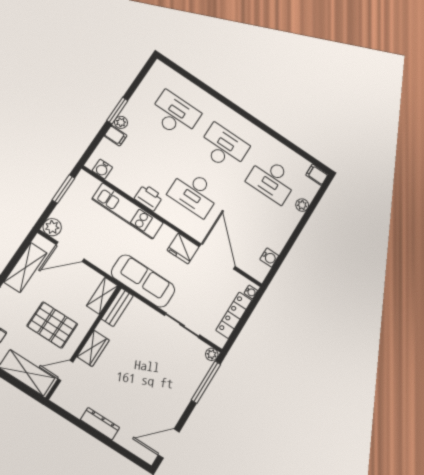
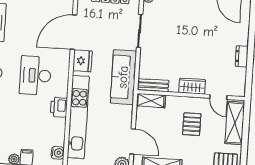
desk: (194, 193) -> (35, 75), turned 180
kitchen unit: (128, 211) -> (78, 117), width x1.36
pallet: (52, 325) -> (192, 124), width x0.67, depth x0.71
dresser: (100, 424) -> (242, 56), width x0.70

